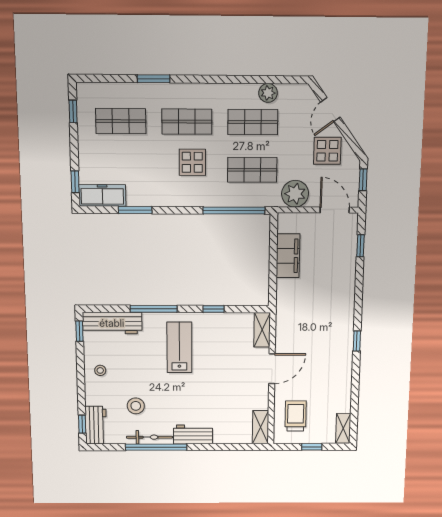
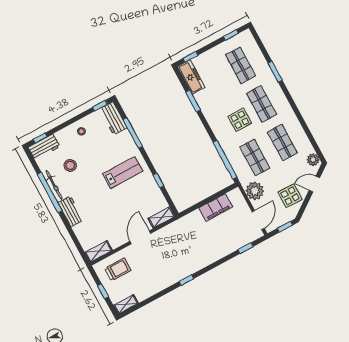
plant: (268, 93) -> (313, 160), moved
window: (154, 309) -> (133, 133), moved
workbench: (112, 323) -> (113, 118), width x0.73
door: (272, 369) -> (140, 237), swing flipped

